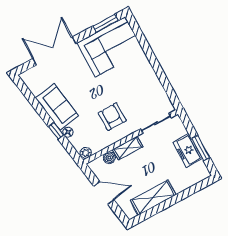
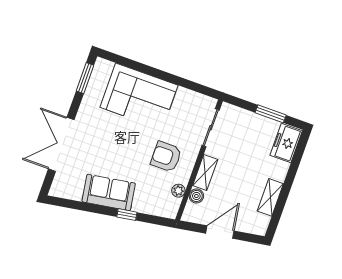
corner sofa: (110, 47) -> (139, 96), moved, turned 90
floor lamp: (68, 132) -> (139, 206), removed
freezer: (188, 150) -> (286, 143), moved, turned 90
plant: (86, 153) -> (178, 191), moved
shelving: (153, 198) -> (270, 197), width x0.67, depth x0.75

